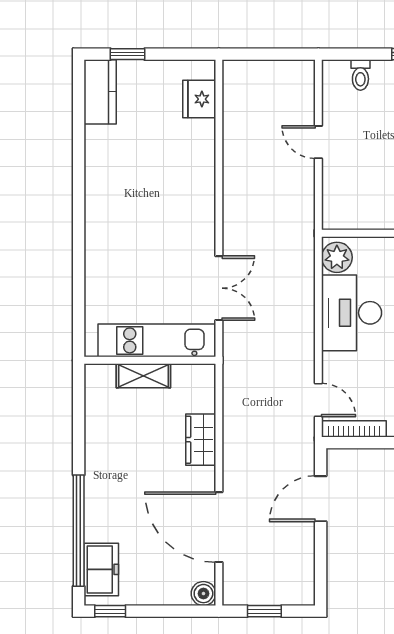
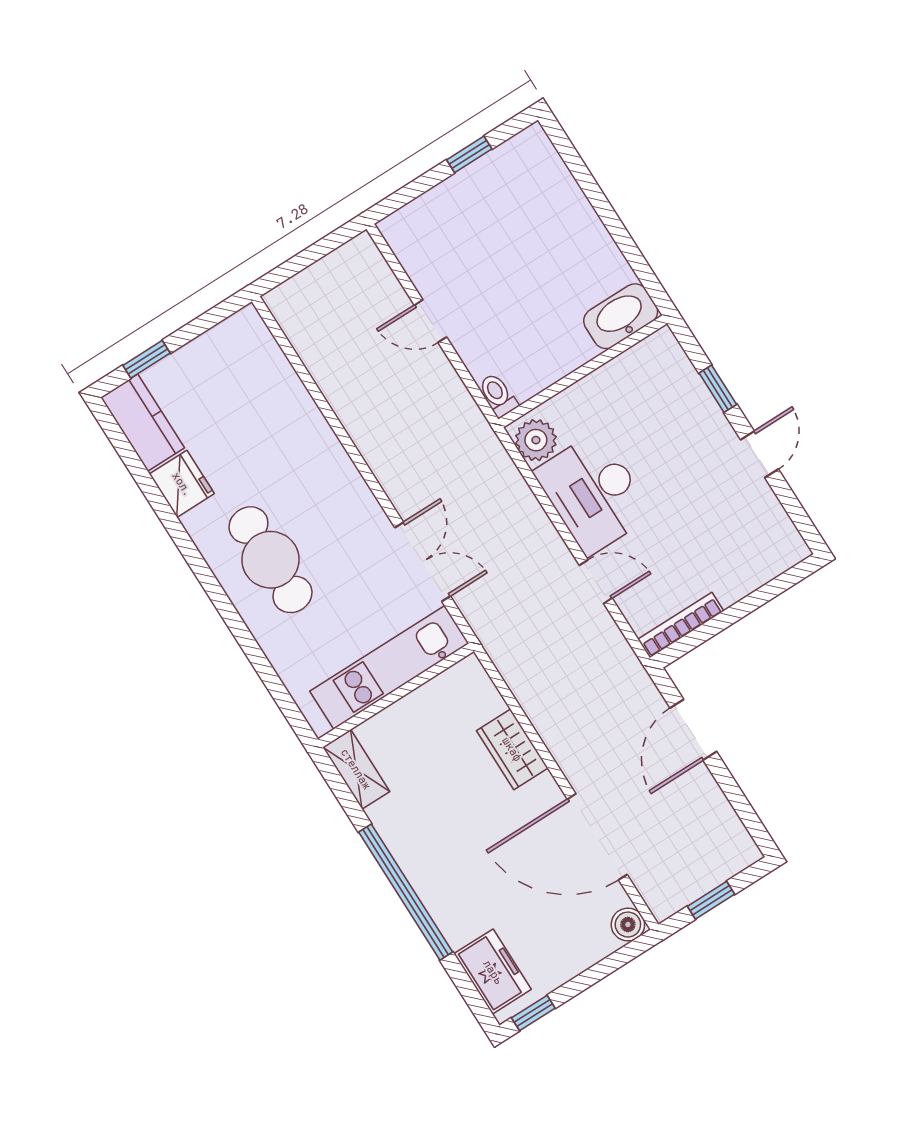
toilet: (360, 75) -> (498, 395), moved, turned 180
fridge: (199, 99) -> (182, 484), moved, turned 180
cafe table: (125, 227) -> (270, 560), added
shelving: (143, 376) -> (356, 769), moved, turned 90
door: (318, 400) -> (596, 582), moved
window: (79, 531) -> (406, 892), moved

